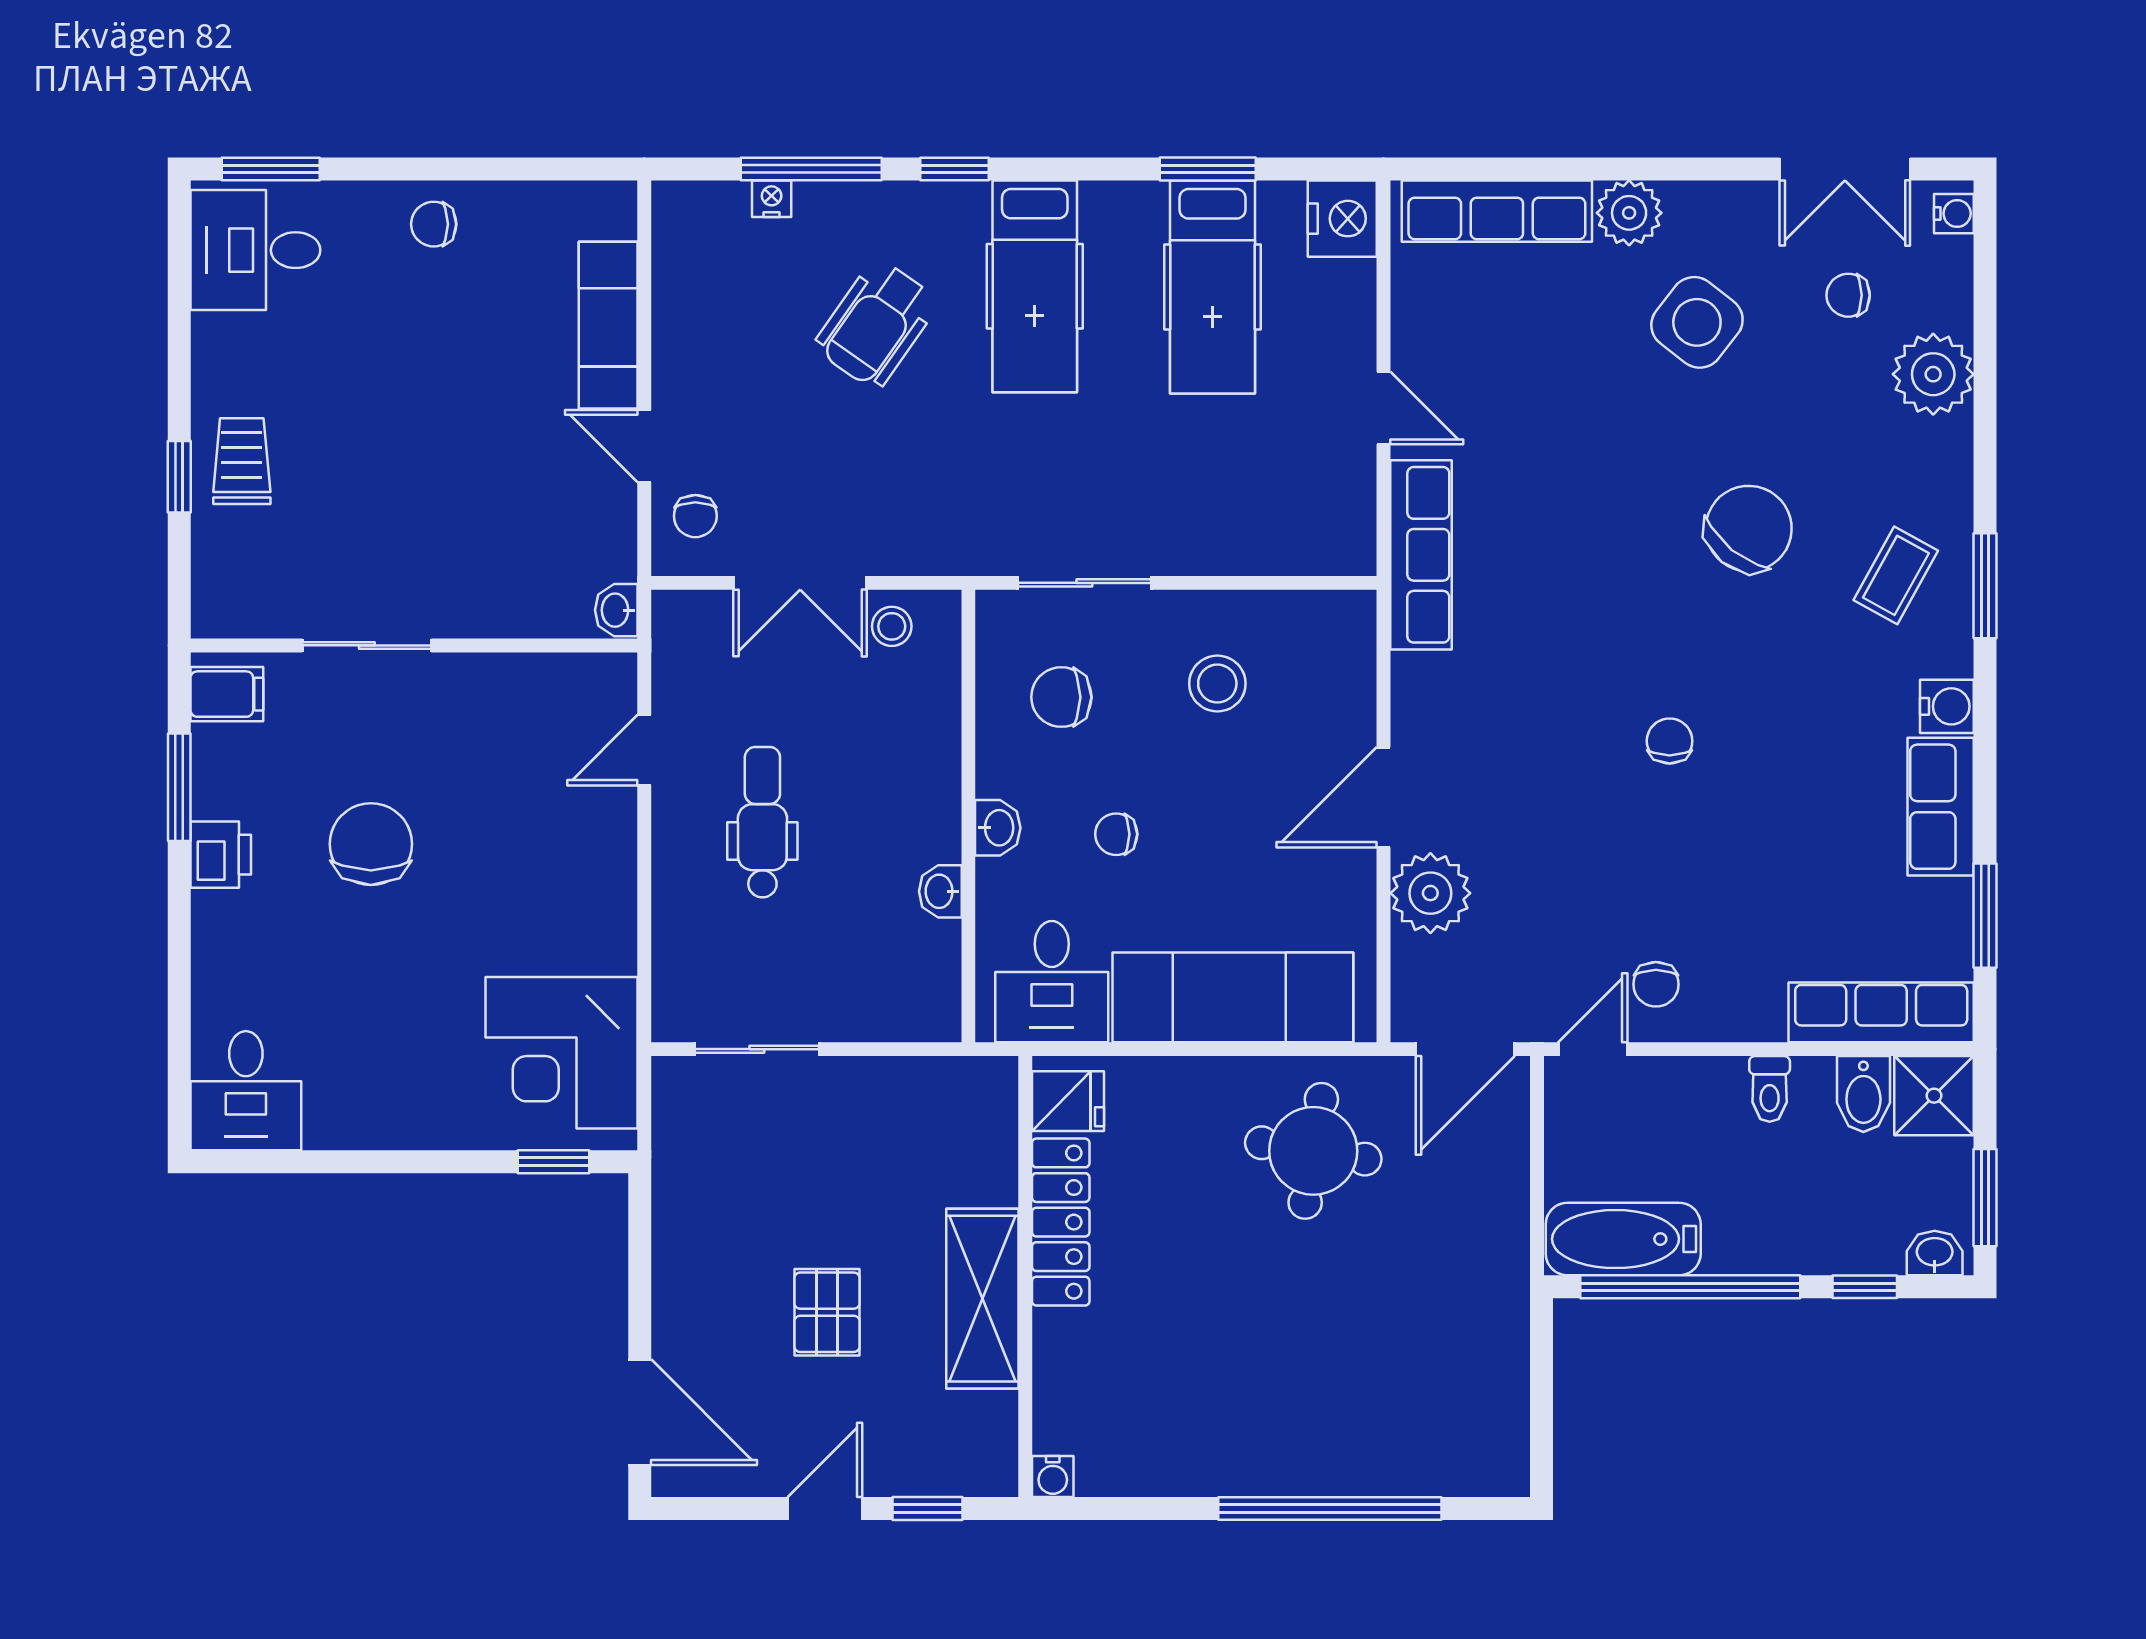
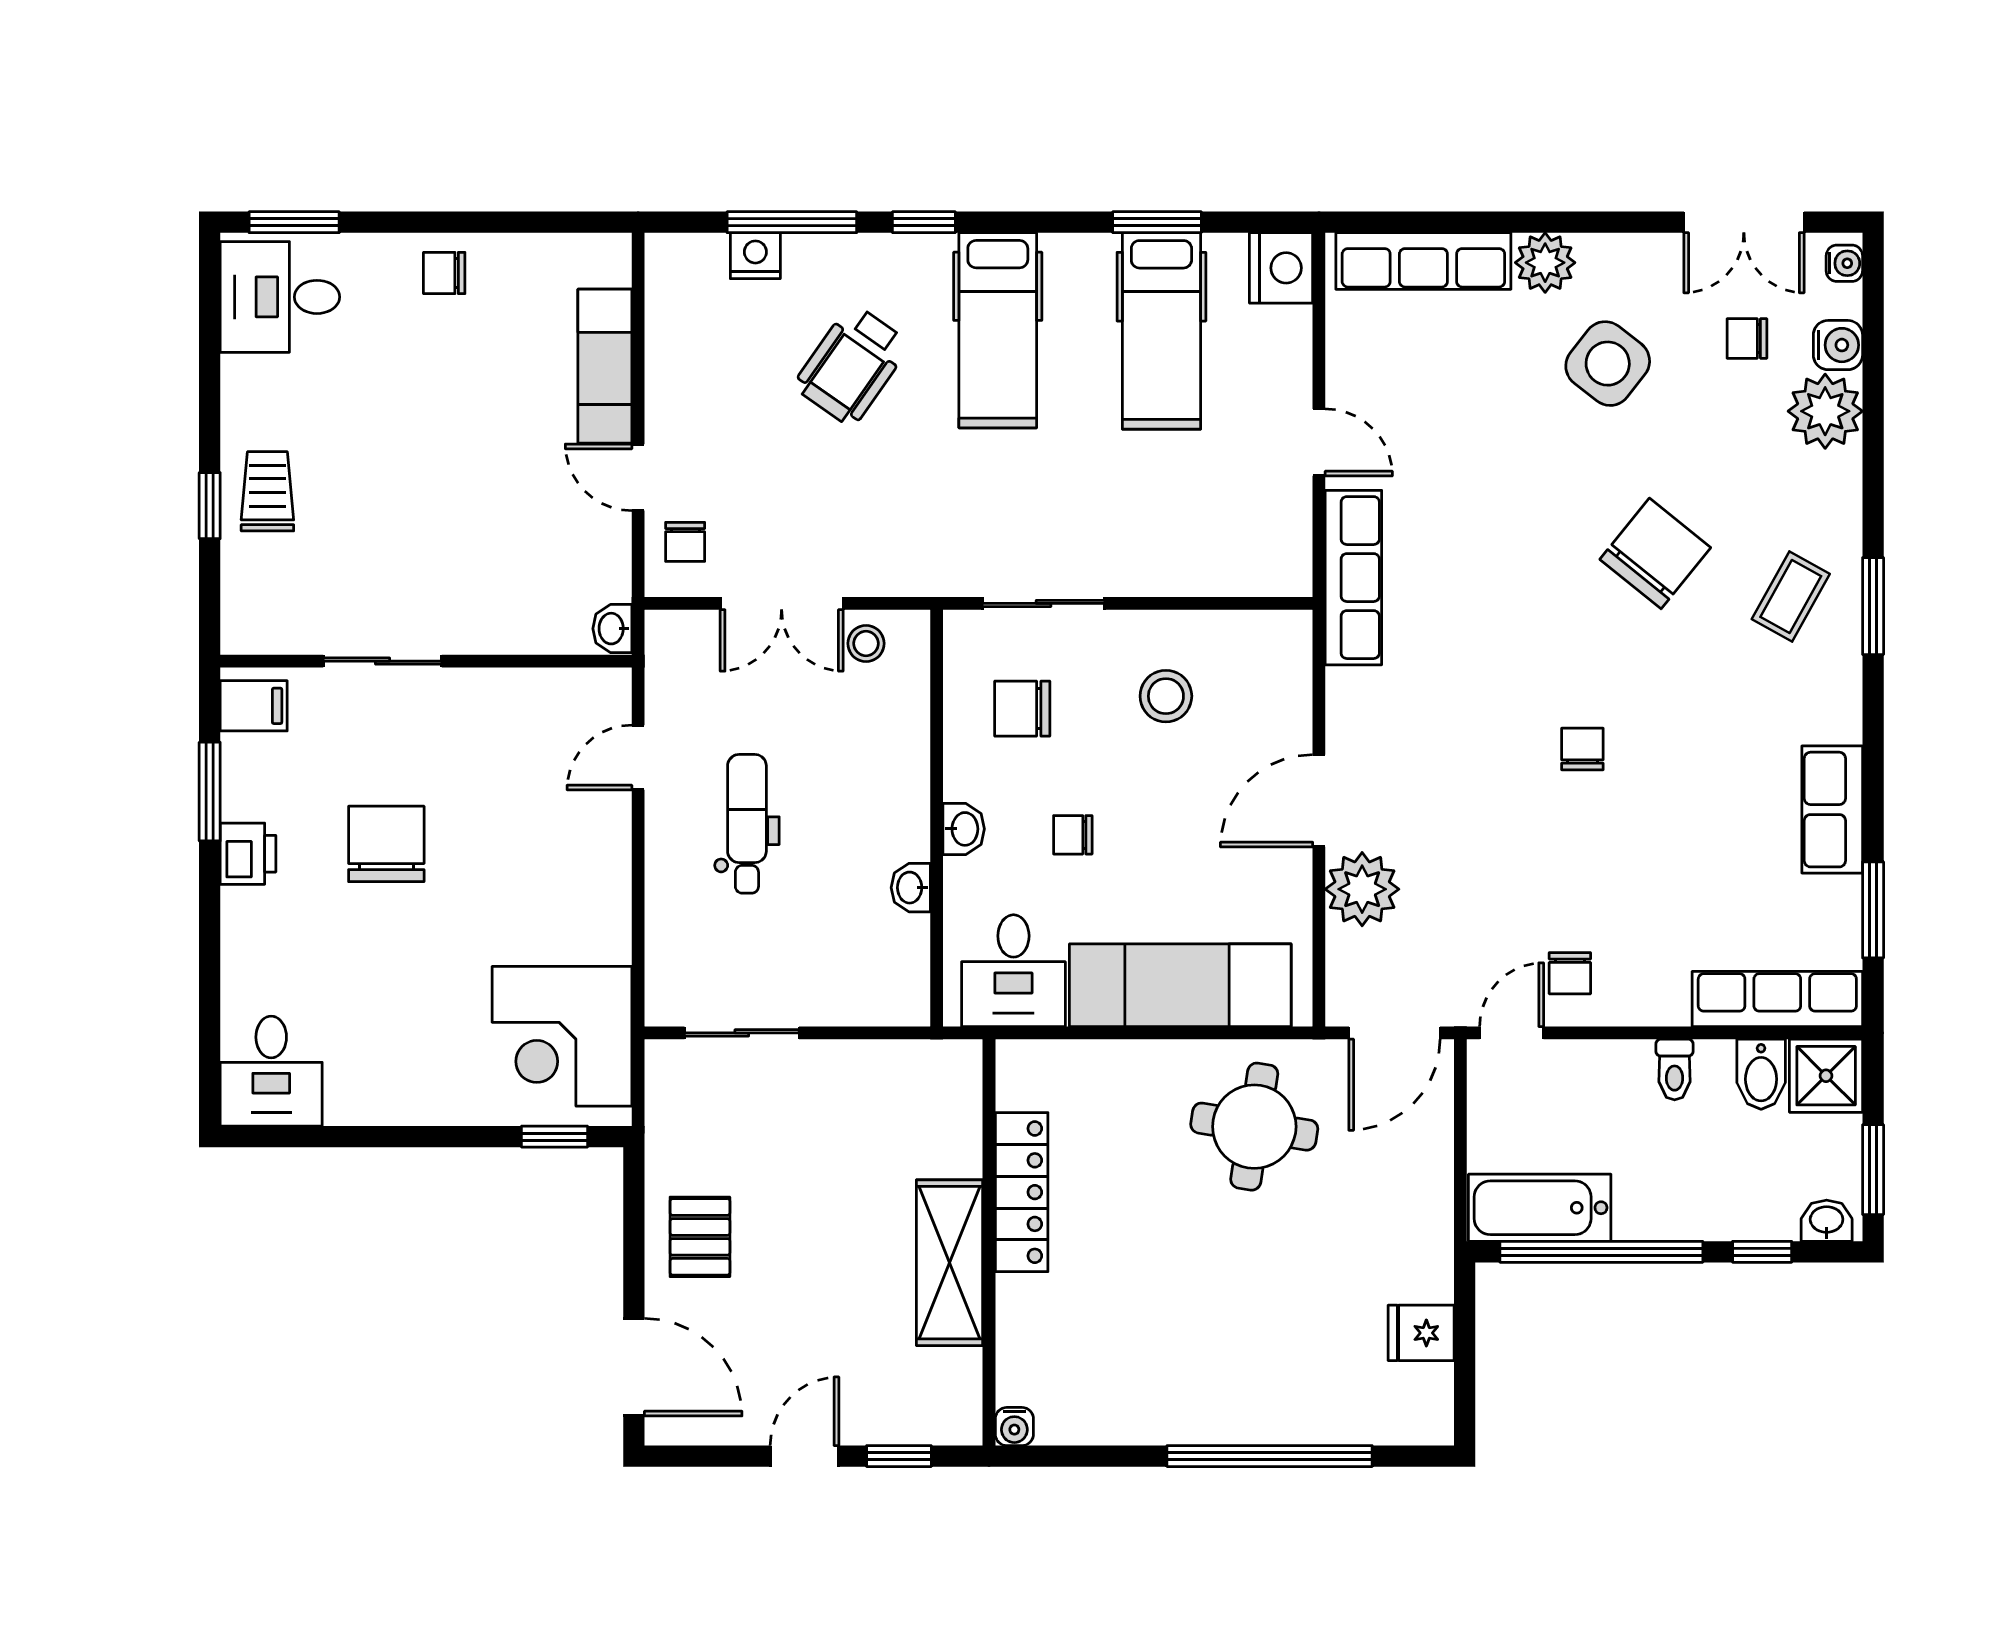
nightstand: (772, 199) -> (755, 256), width x1.39, depth x1.35
water cooler: (1947, 706) -> (1838, 345), moved
fridge: (1068, 1101) -> (1421, 1333), moved, turned 180
pallet: (827, 1312) -> (700, 1237), moved

